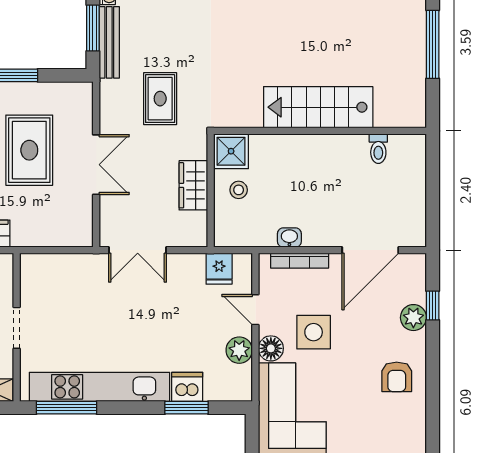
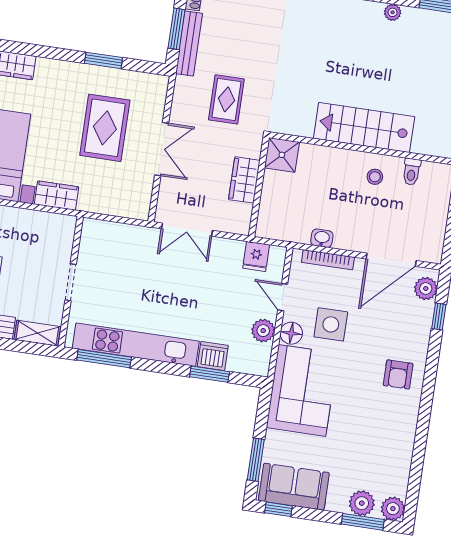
stool: (239, 190) -> (375, 177), moved
plant: (413, 318) -> (426, 289), moved

